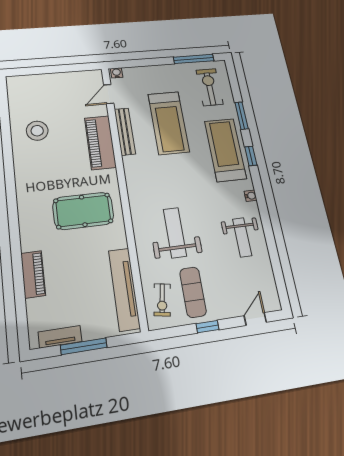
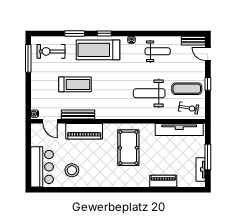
bar counter: (38, 89) -> (42, 167), added
treadmill: (169, 123) -> (75, 84), width x0.73, depth x0.73
bench: (271, 292) -> (193, 41), added

